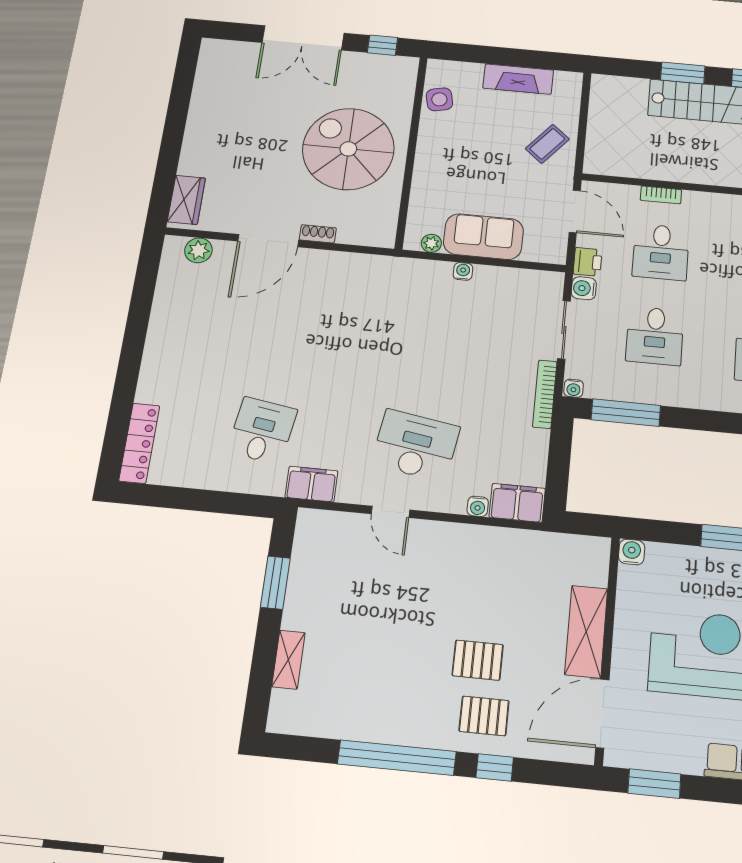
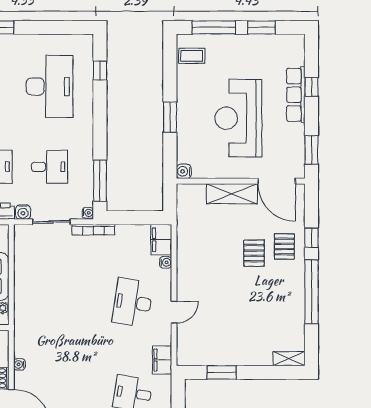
water cooler: (463, 271) -> (19, 364), moved
shelving: (288, 660) -> (289, 359), moved

